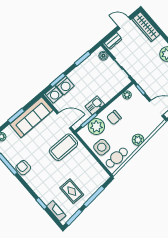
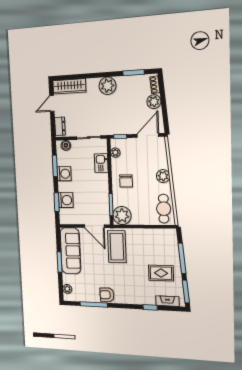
washing machine: (54, 94) -> (64, 174), moved
kitchen sink: (95, 105) -> (101, 163), moved
door: (64, 120) -> (94, 226), swing flipped
plant: (96, 126) -> (122, 216), moved
side table: (102, 147) -> (144, 214), removed

